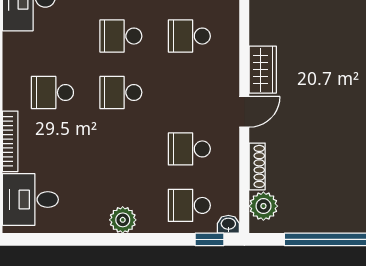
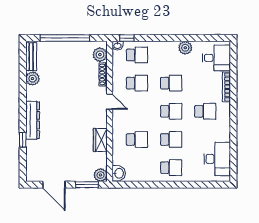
wardrobe: (263, 70) -> (100, 140), moved
door: (244, 112) -> (110, 102), swing flipped
school desk: (121, 149) -> (171, 83), added
plant: (123, 220) -> (185, 48), moved

